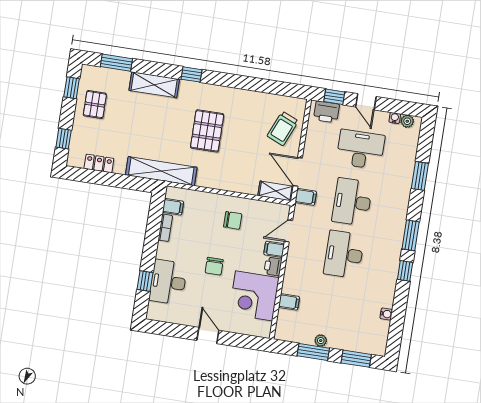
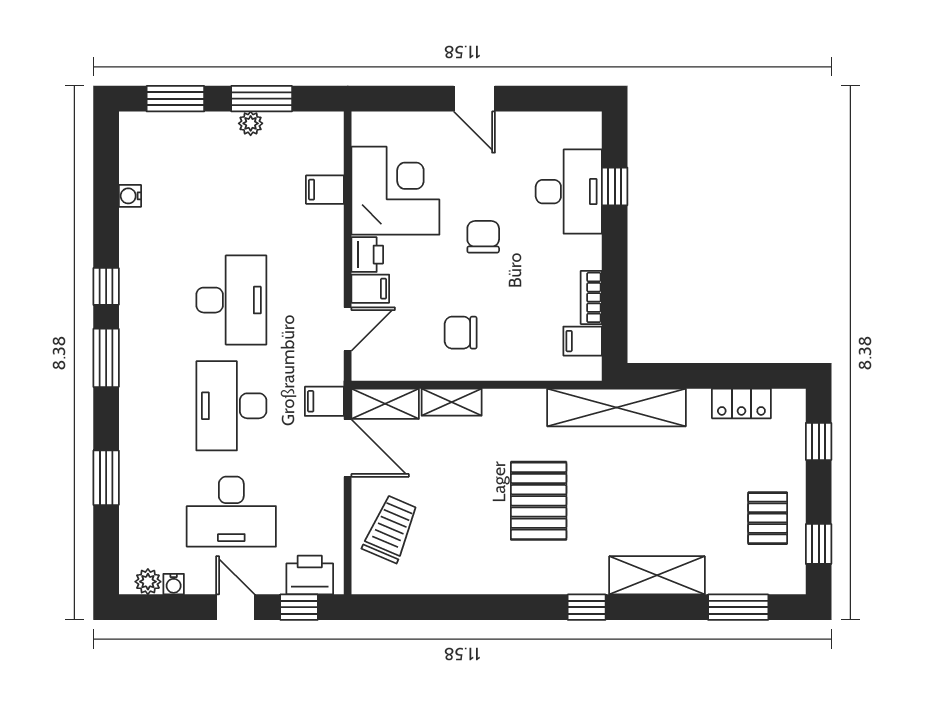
shelving: (243, 187) -> (452, 402), added
desk: (352, 202) -> (231, 406), turned 180

